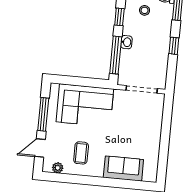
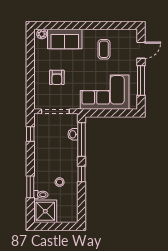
washbasin: (126, 42) -> (73, 134), moved
window: (174, 46) -> (30, 134), moved
armchair: (136, 127) -> (57, 77), added
plant: (58, 168) -> (42, 34), moved

